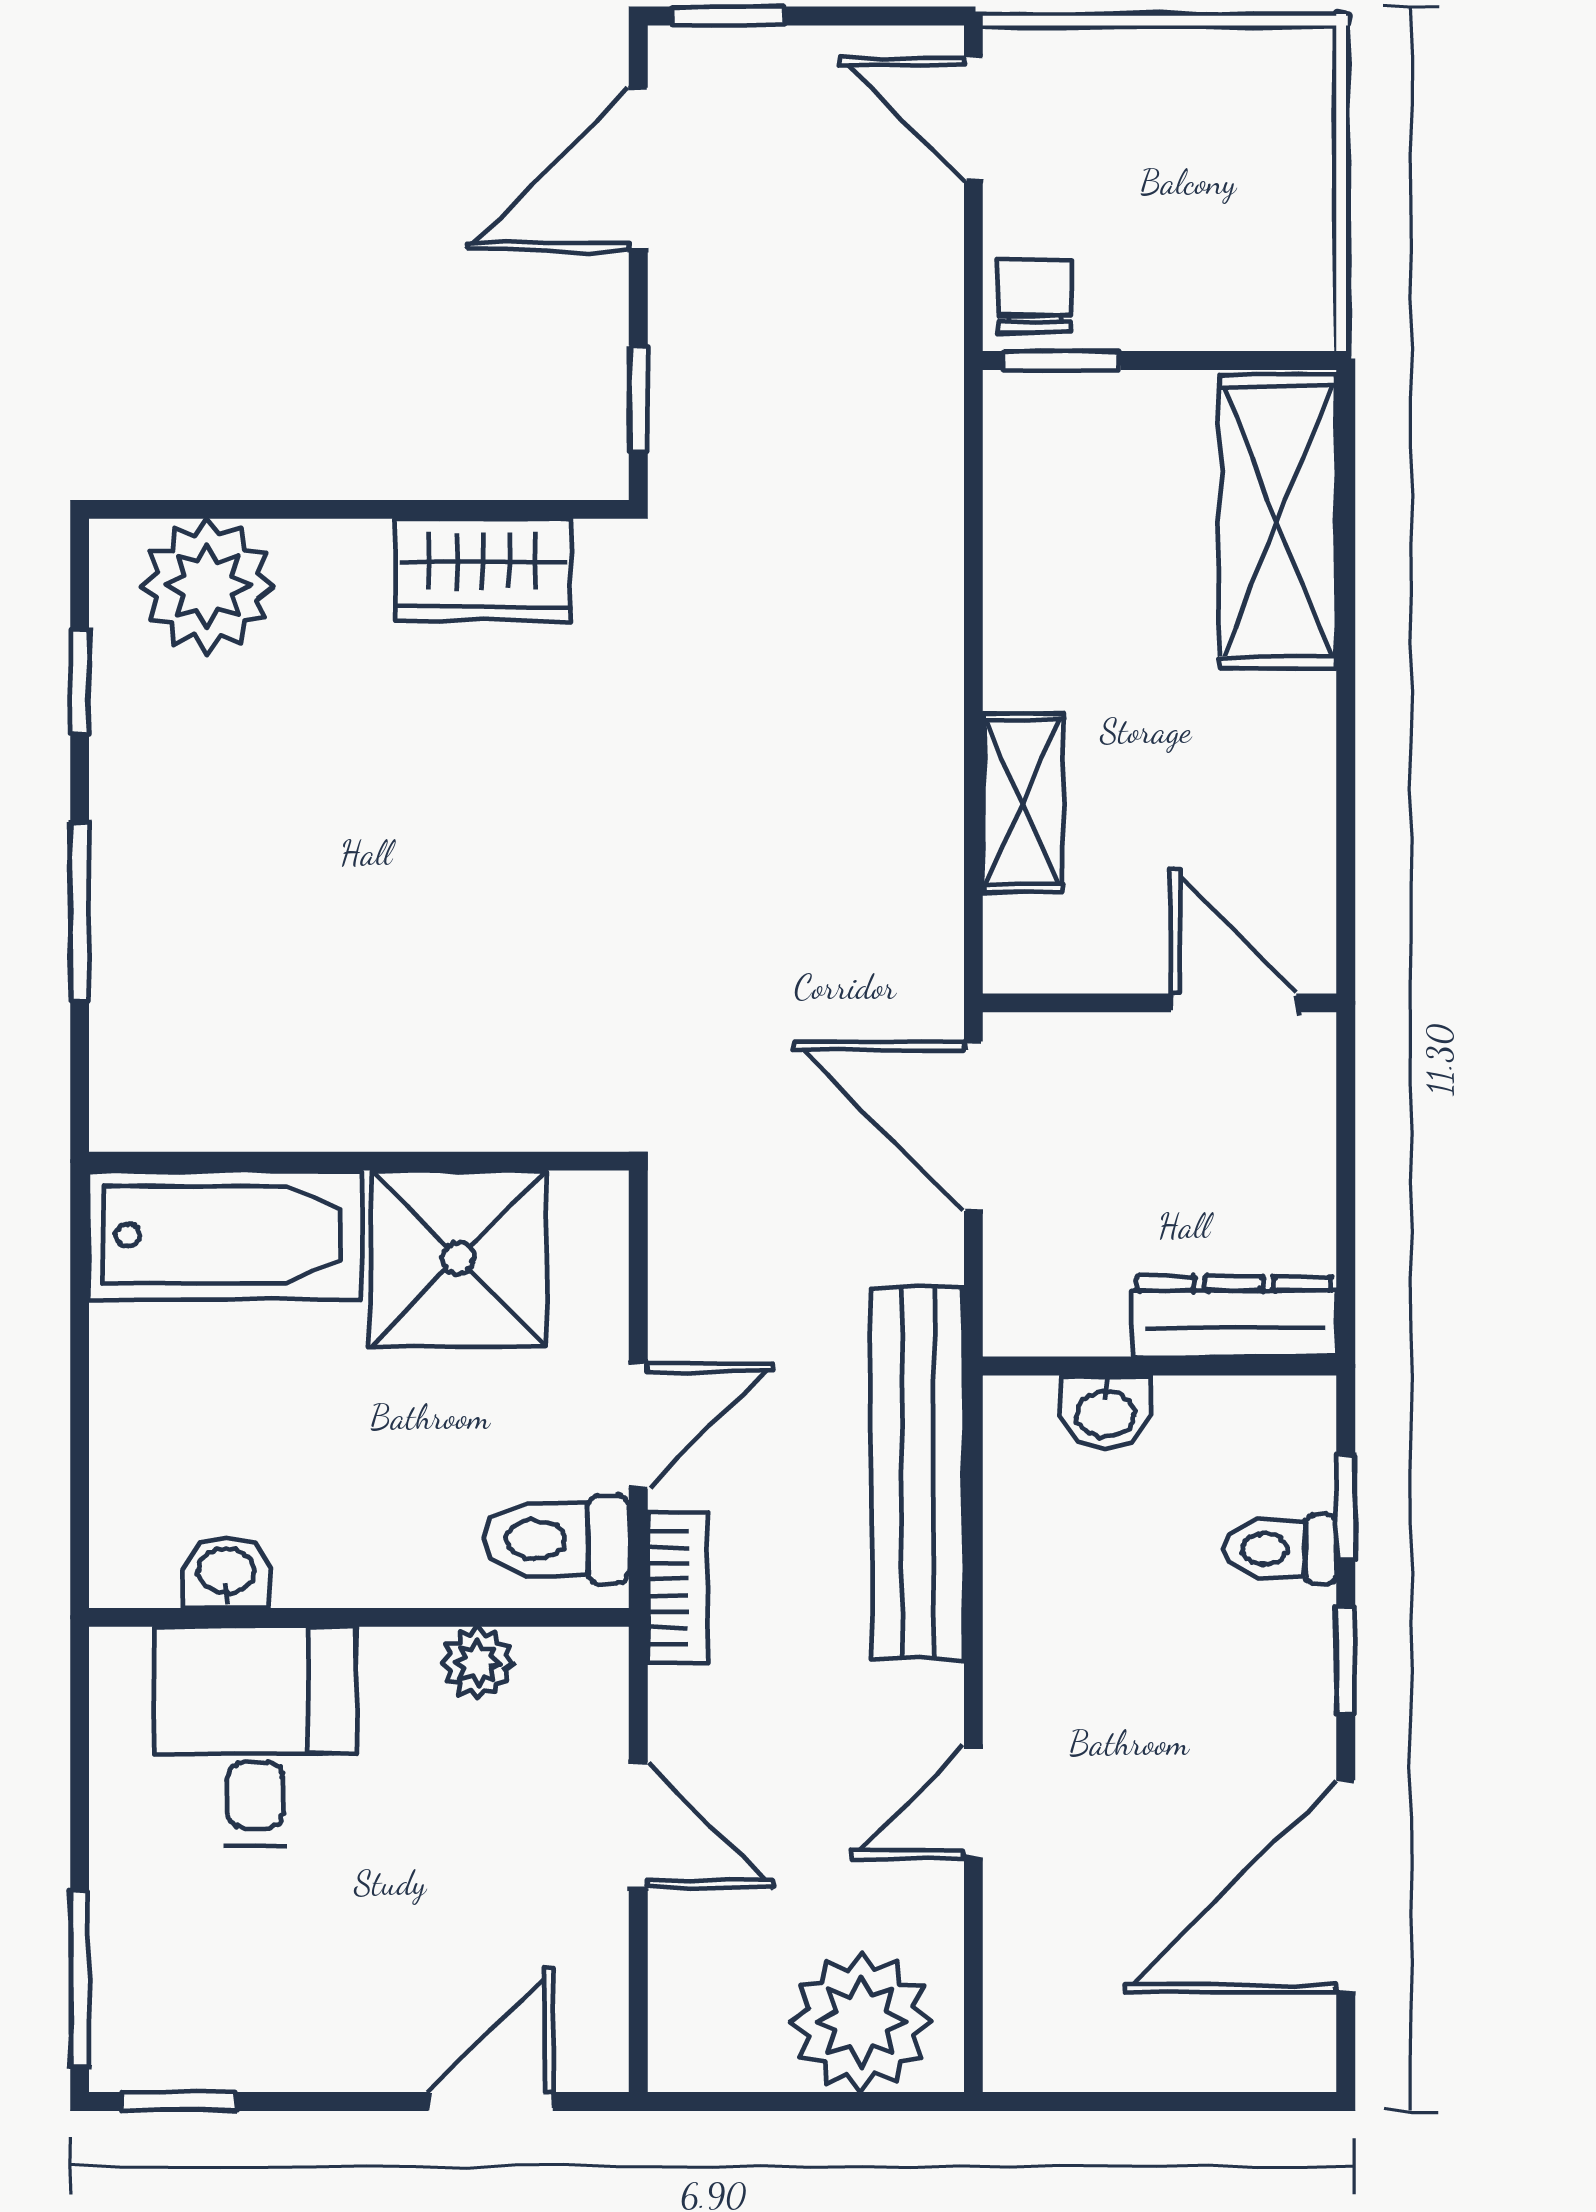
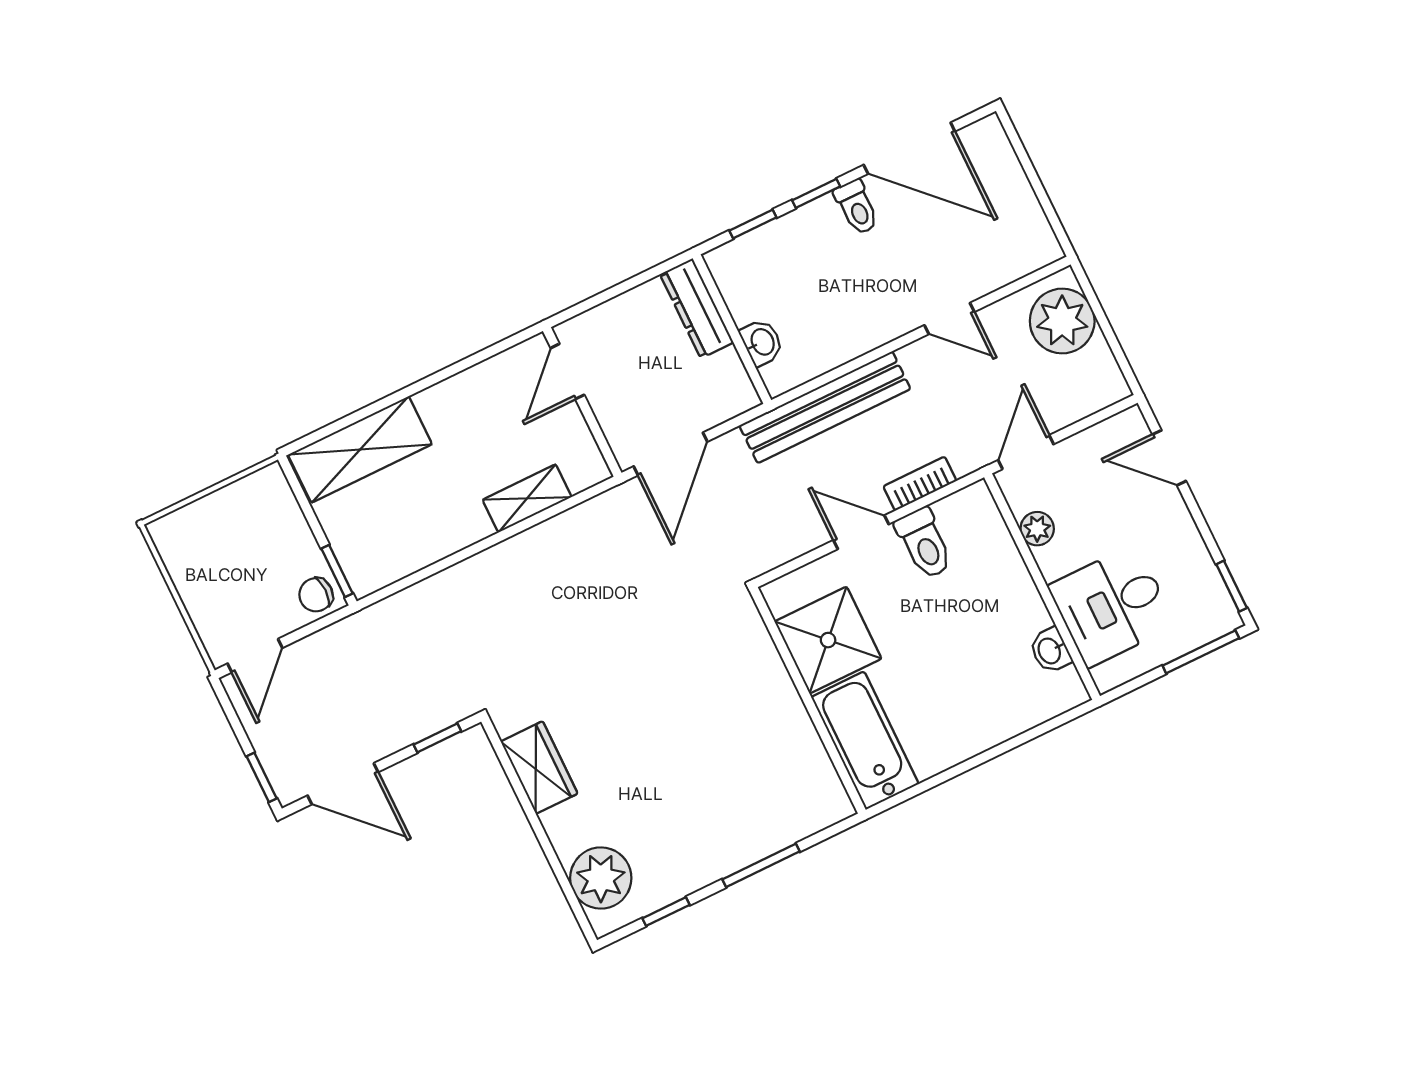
toilet: (1280, 1549) -> (857, 207), moved
washbasin: (226, 1572) -> (1050, 650), moved
wall: (359, 1617) -> (1042, 587), moved
plant: (477, 1663) -> (1037, 529), moved
desk: (255, 1736) -> (1112, 606), moved

